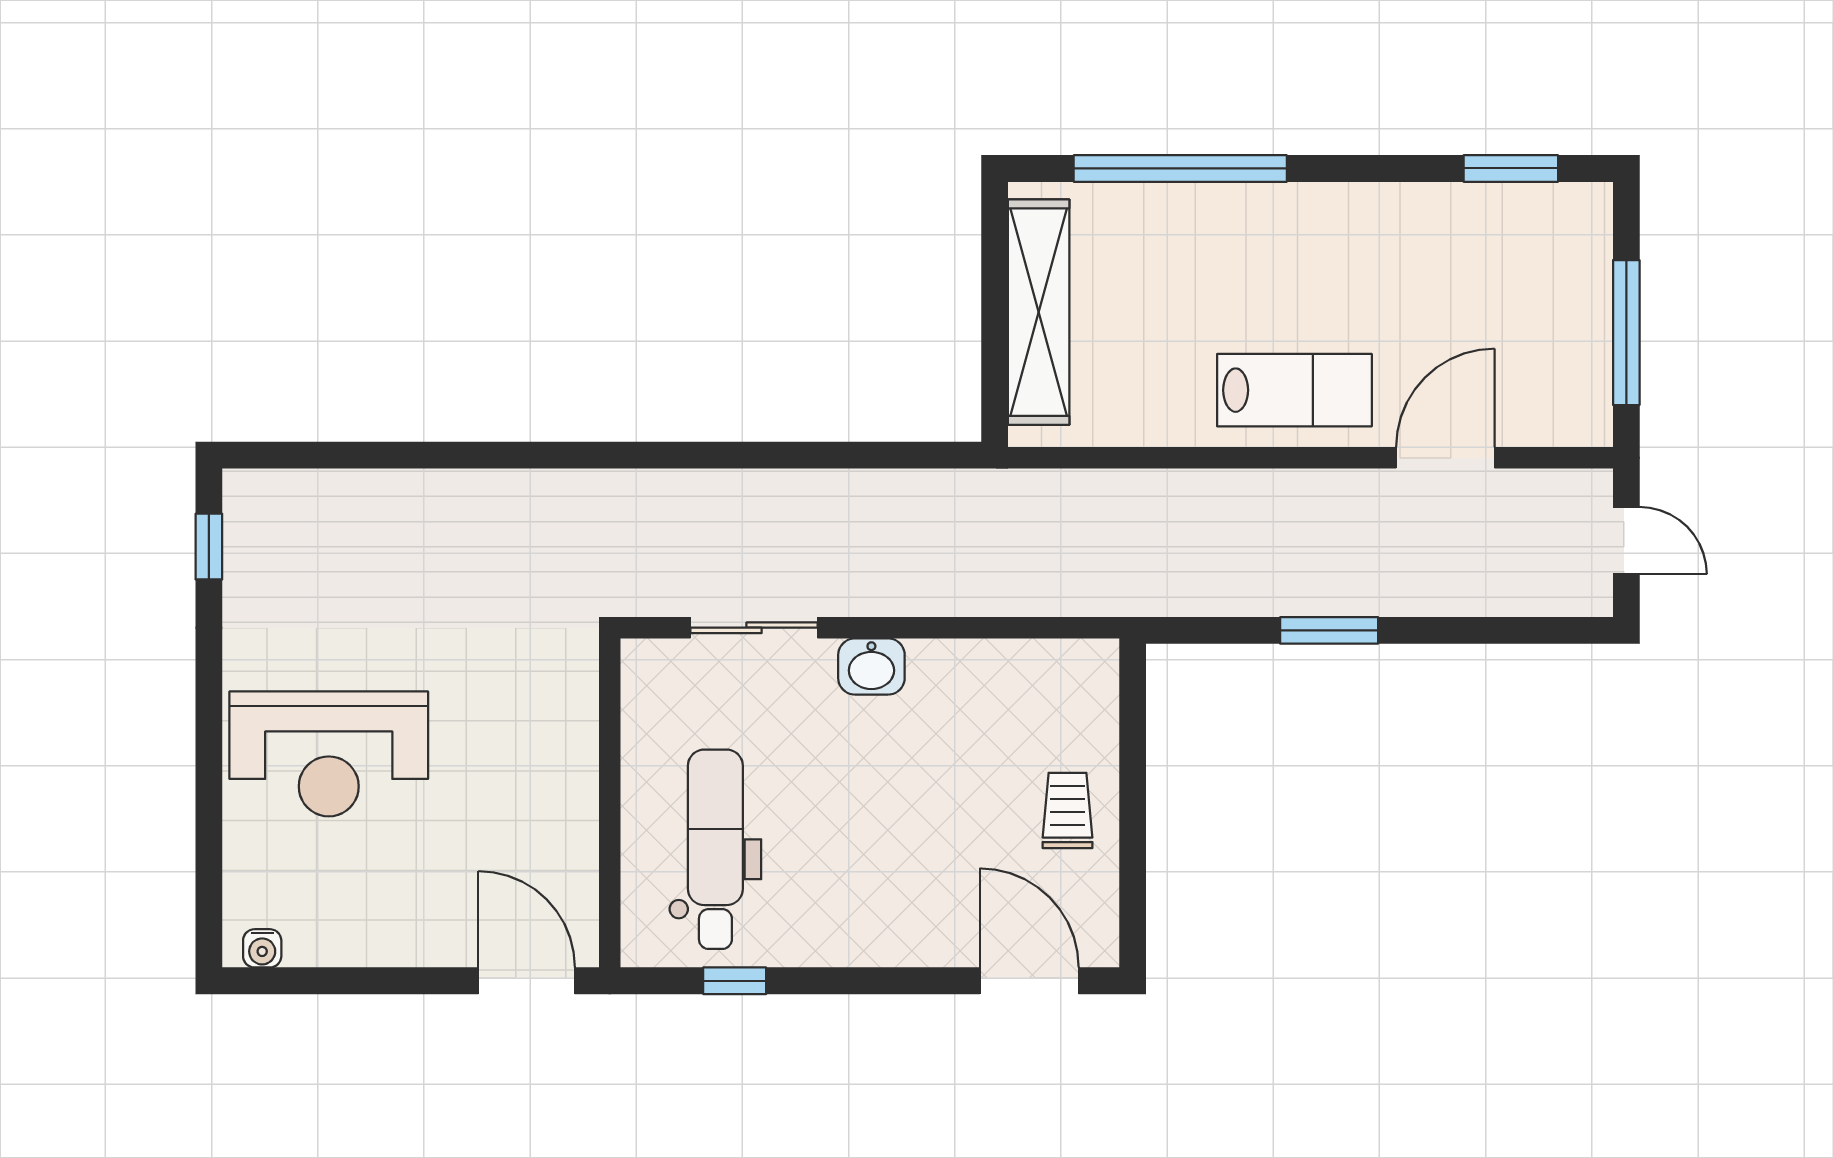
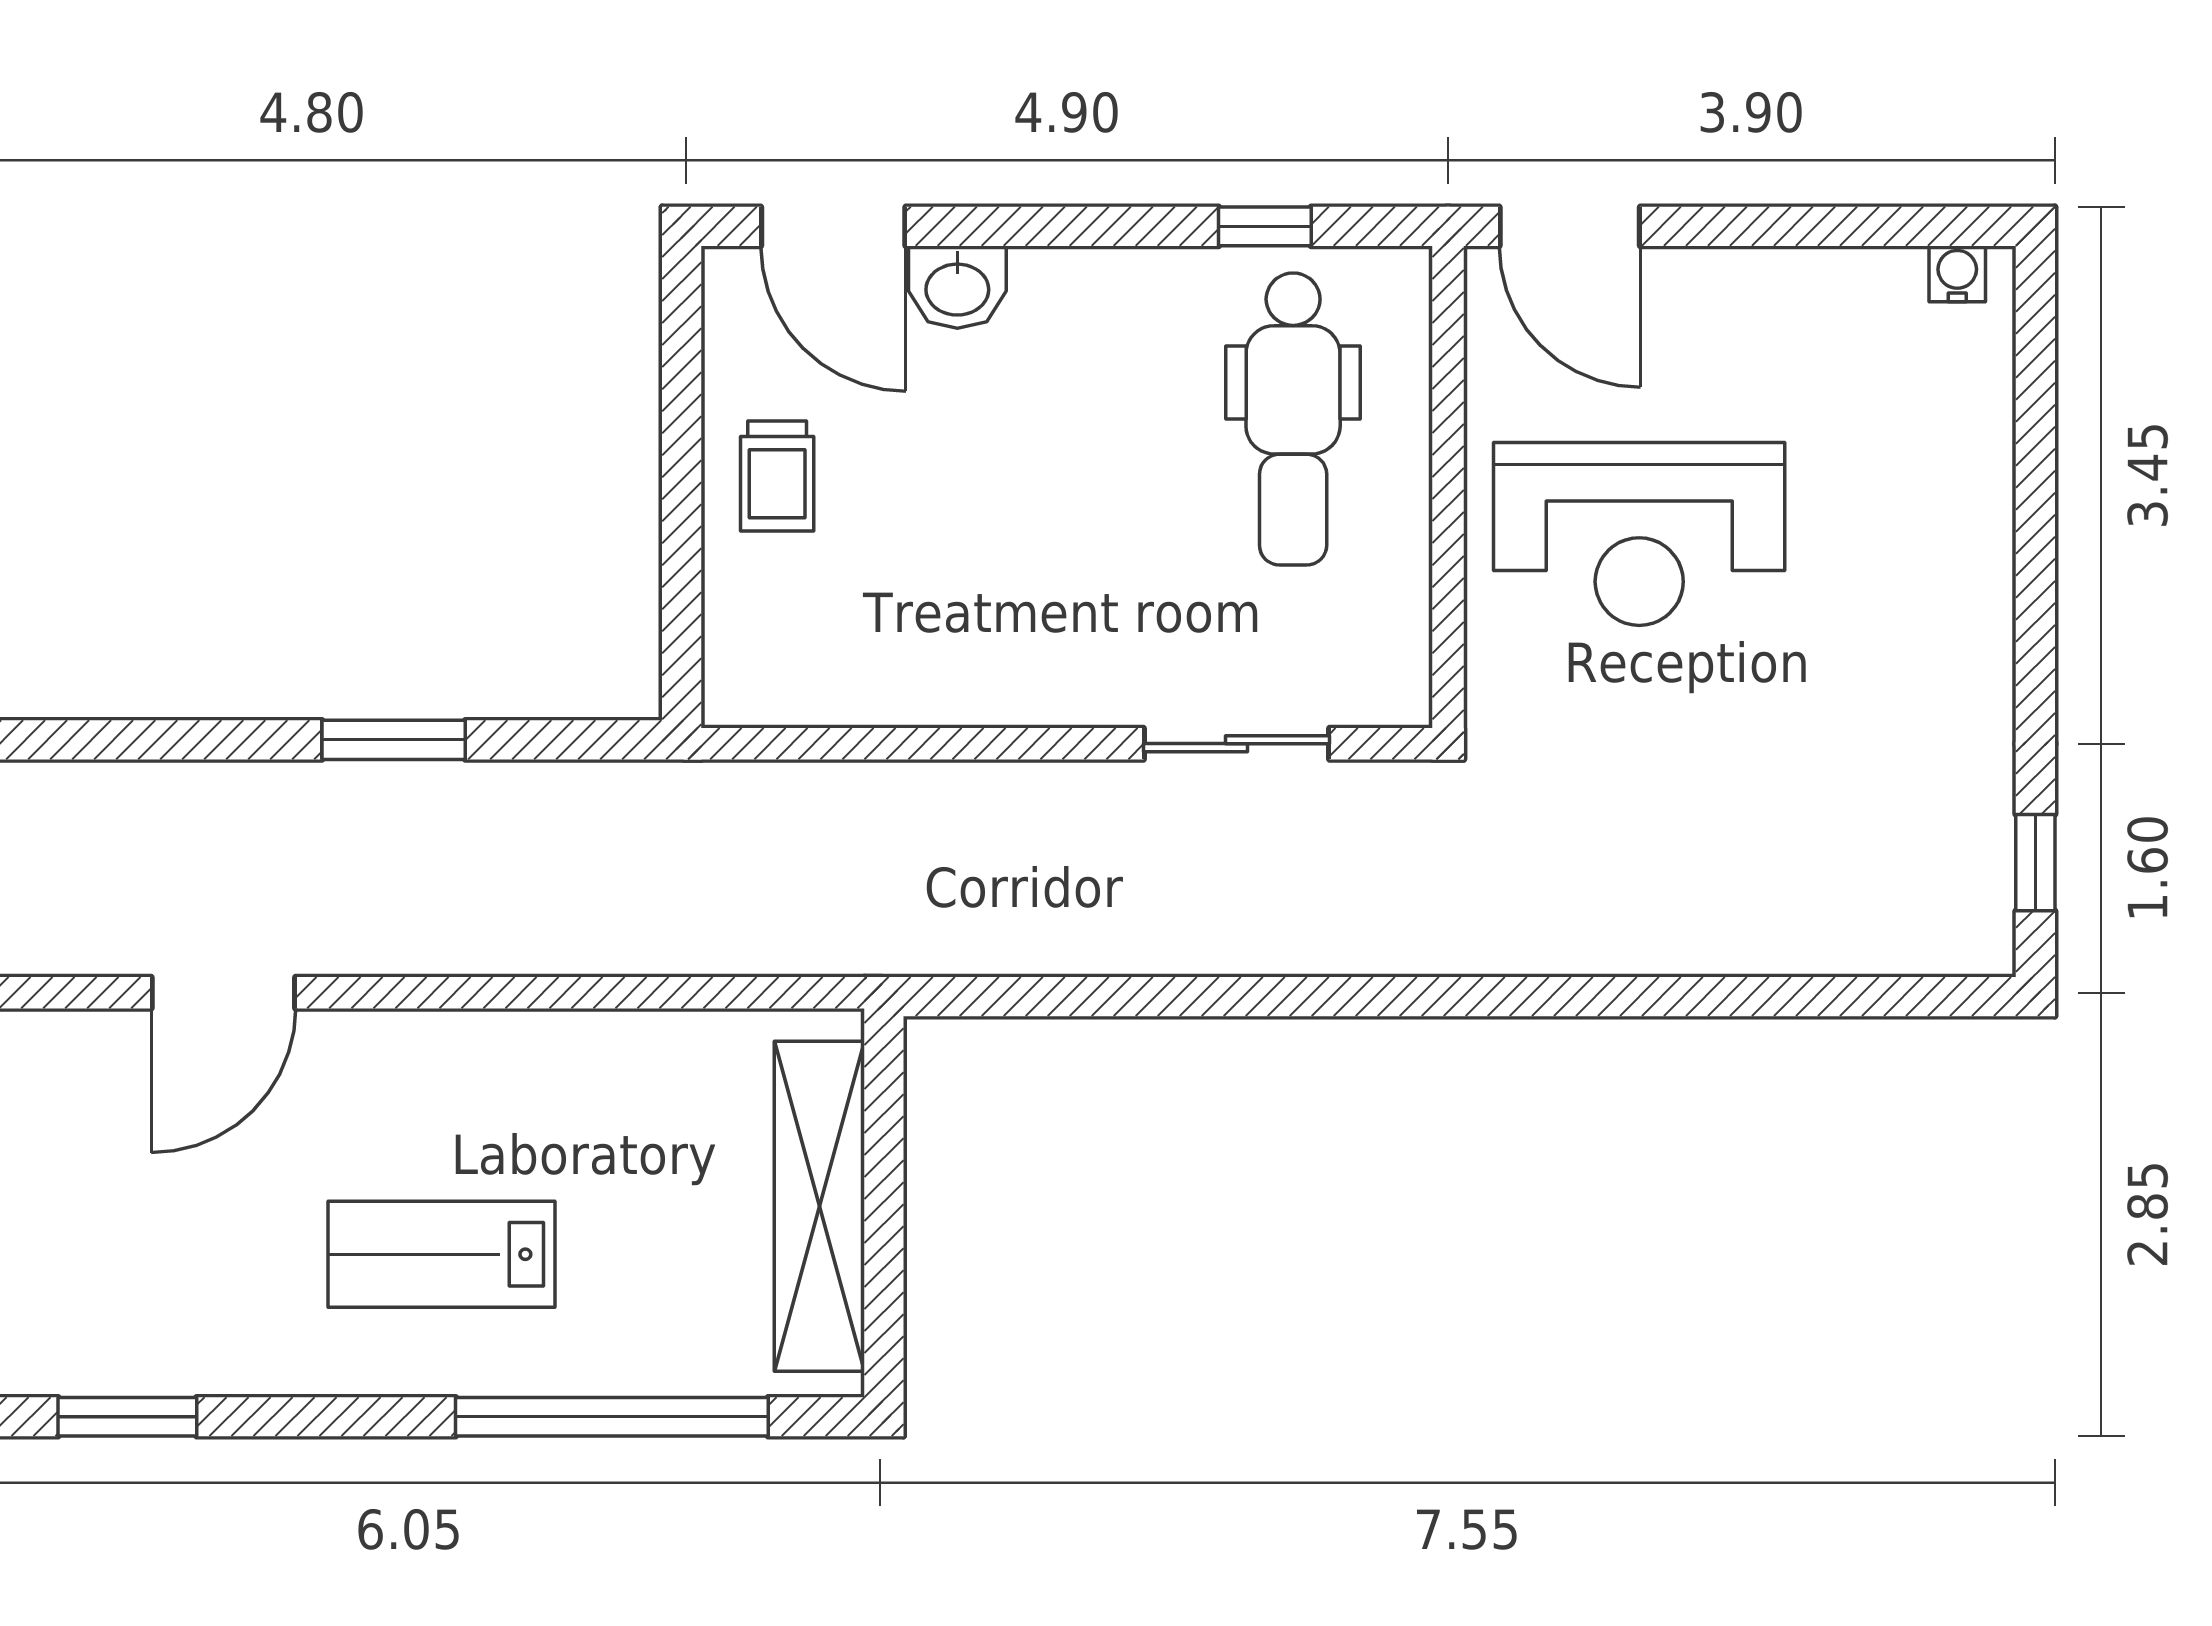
lab bench: (1294, 390) -> (441, 1254), moved
washbasin: (871, 666) -> (957, 287), moved, turned 180
reception desk: (329, 754) -> (1639, 534), moved, turned 180

